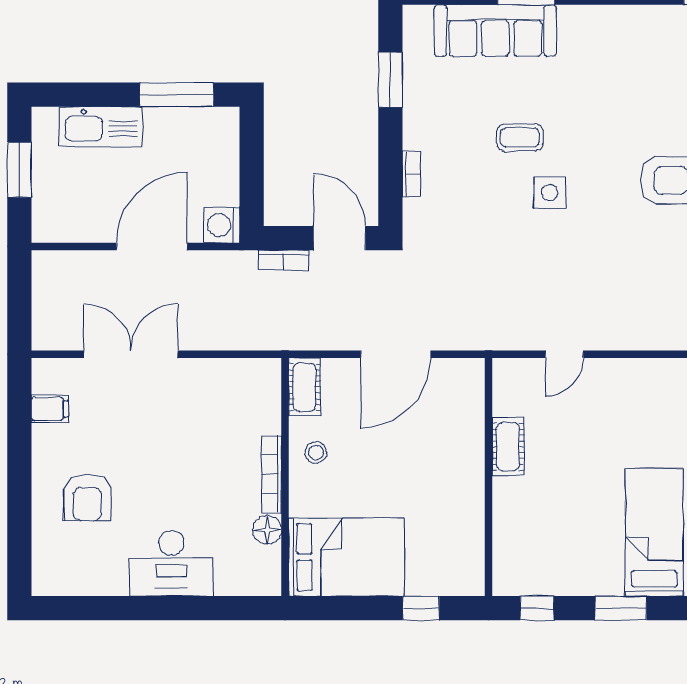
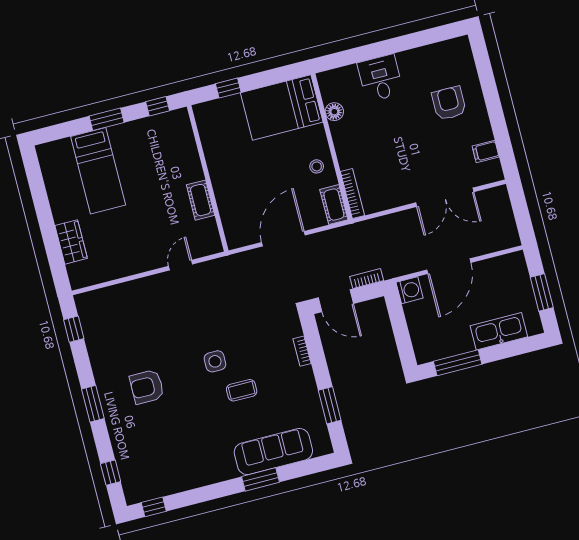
bookcase: (272, 474) -> (352, 193), moved
desk: (172, 563) -> (380, 78), width x0.73

